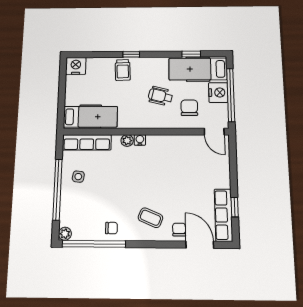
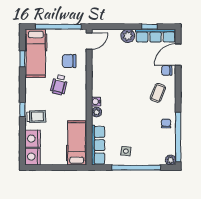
nightstand: (218, 93) -> (33, 139), moved, turned -90
plant: (222, 179) -> (128, 36), added

